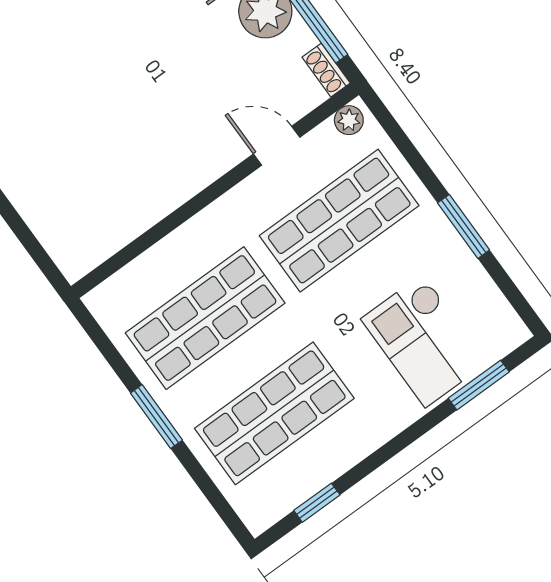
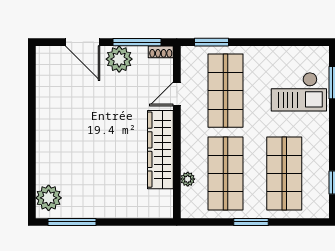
plant: (349, 120) -> (188, 179), moved
wardrobe: (167, 185) -> (160, 150), added
window: (464, 226) -> (212, 42), moved

